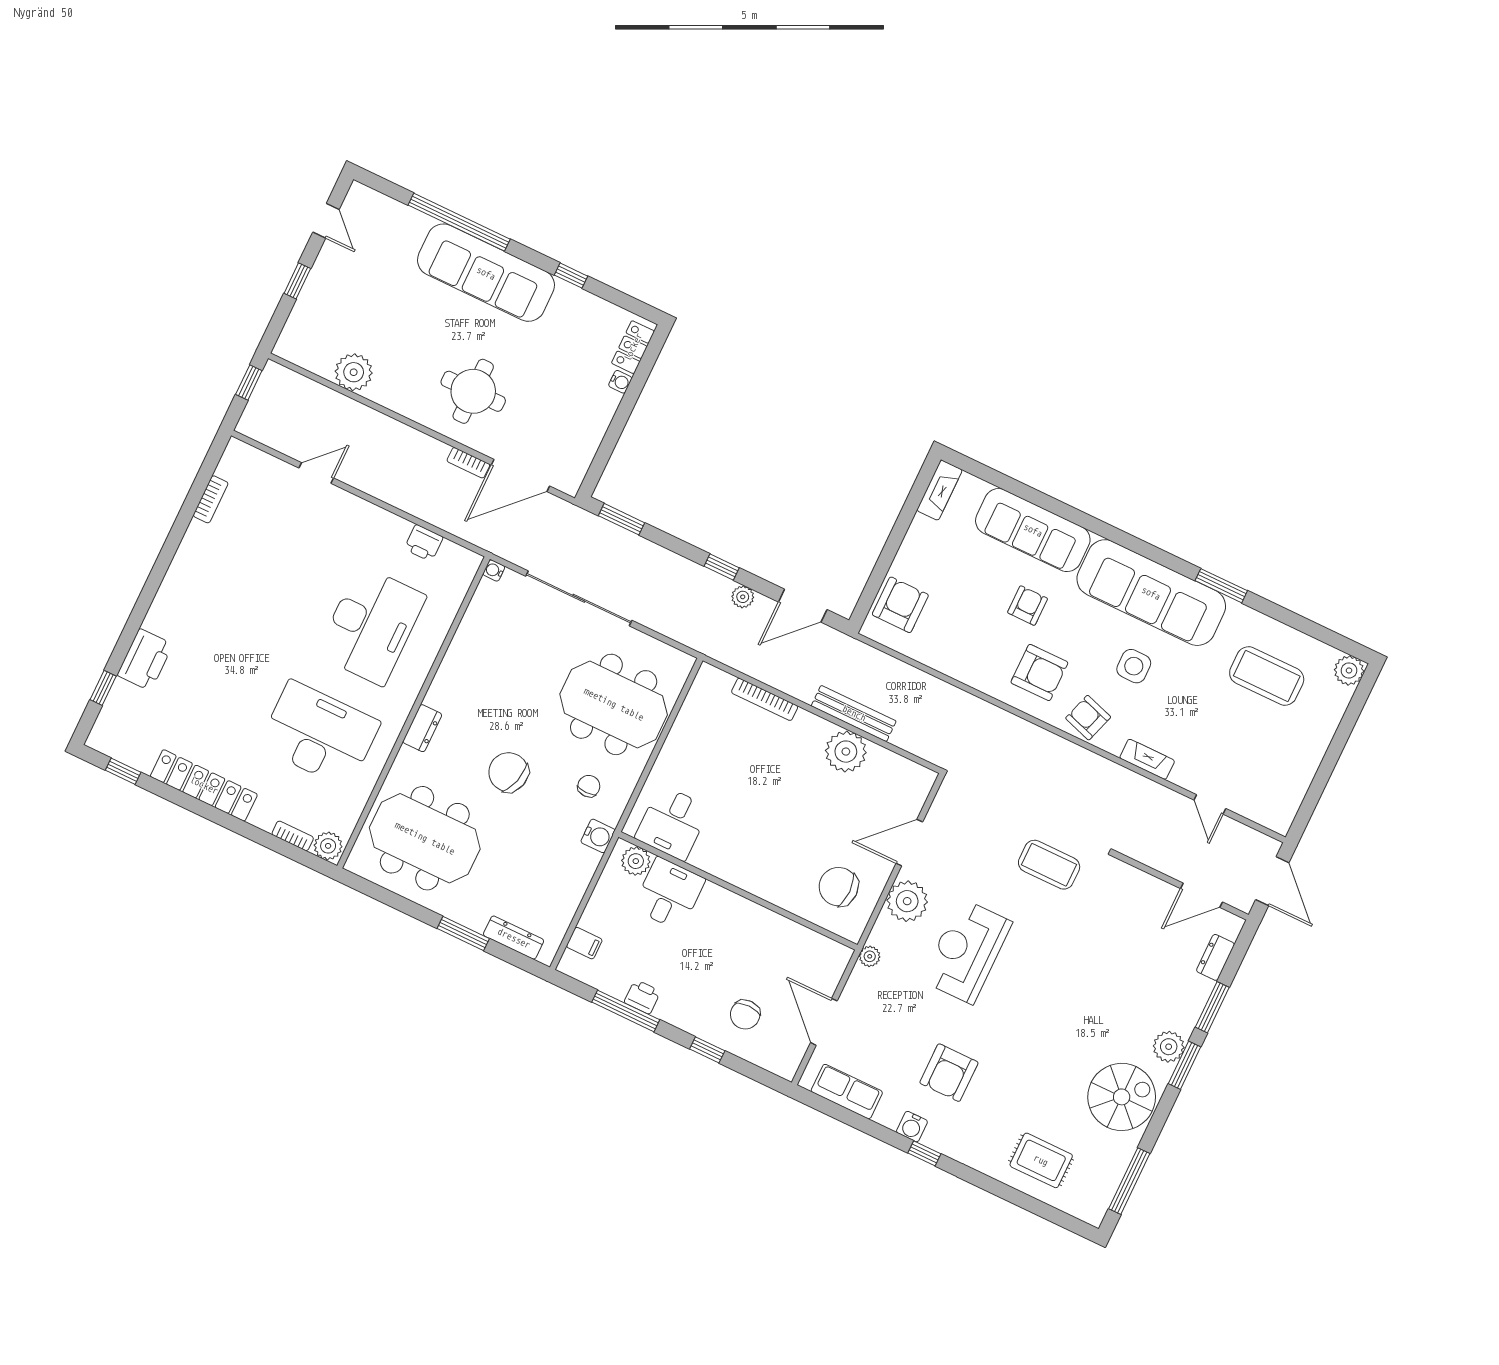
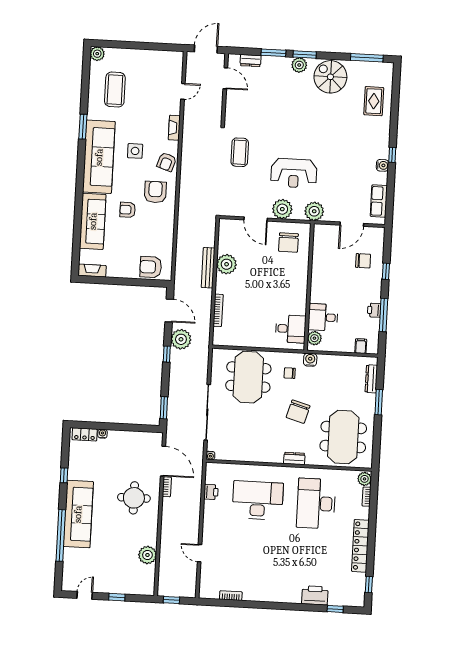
plant: (743, 597) -> (181, 339), width x1.87, depth x1.87
plant: (870, 956) -> (314, 211), width x1.88, depth x1.88
armchair: (949, 1073) -> (351, 159), removed

